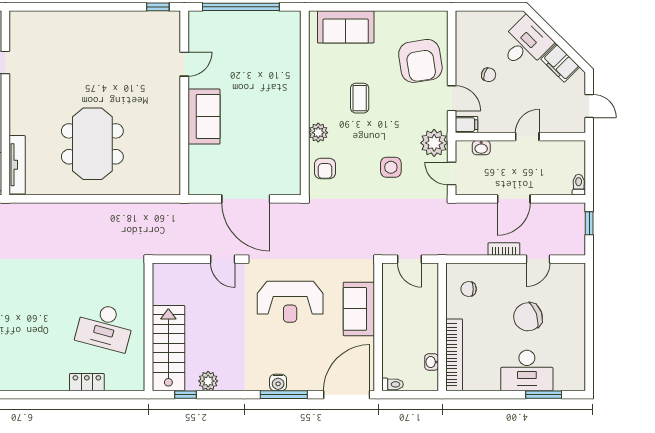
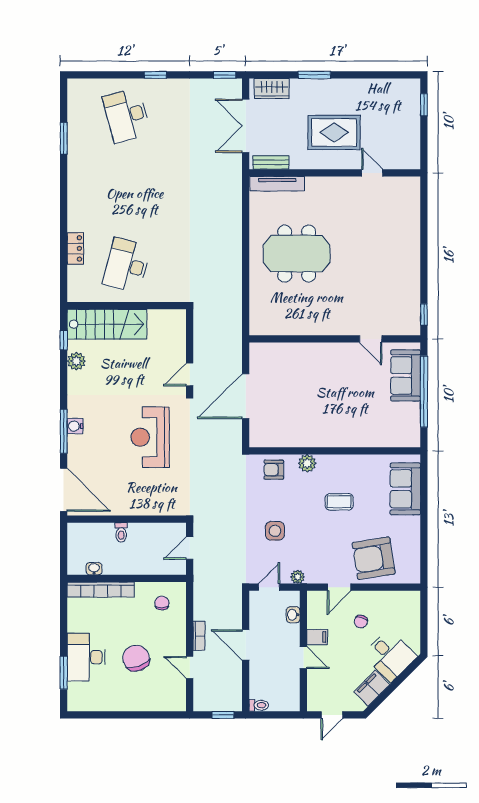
sofa: (204, 117) -> (406, 375), moved, turned 90
filing cabinet: (466, 125) -> (317, 637), moved, turned -90
plant: (434, 143) -> (298, 577), width x0.53, depth x0.53
sofa: (359, 309) -> (143, 501), removed
toilet: (393, 384) -> (121, 532), moved

